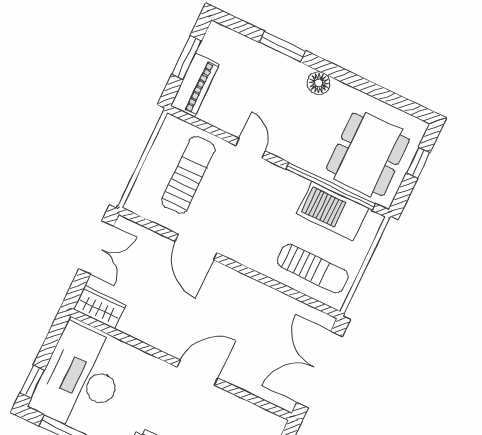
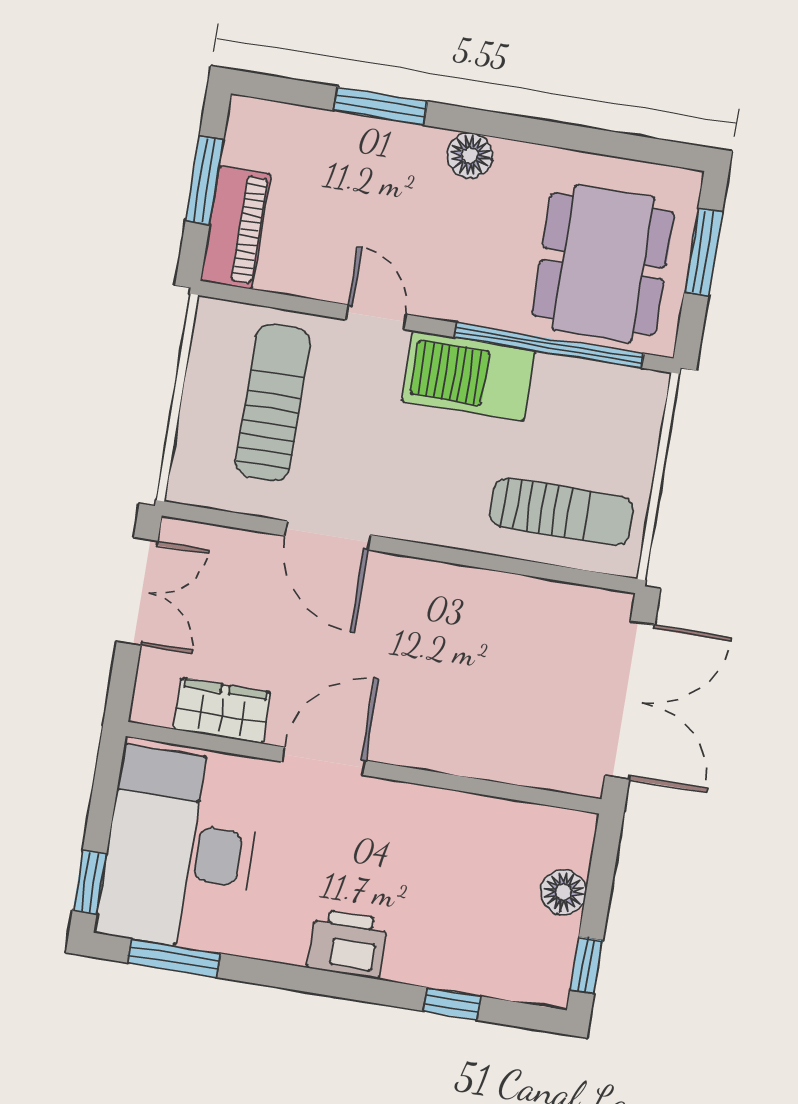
window: (418, 163) -> (703, 252), width x1.50
barbecue: (332, 211) -> (468, 376), moved
wardrobe: (100, 307) -> (222, 711), moved
double door: (319, 370) -> (630, 700), swing flipped
door: (197, 373) -> (324, 761), moved

